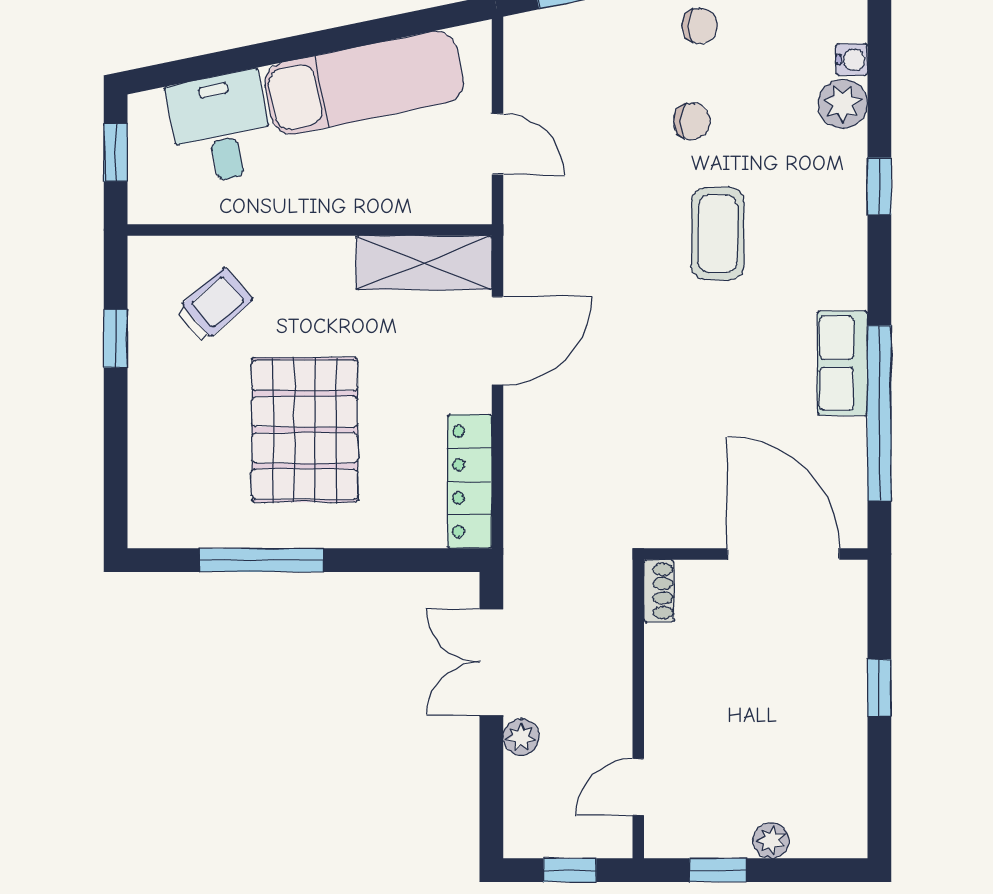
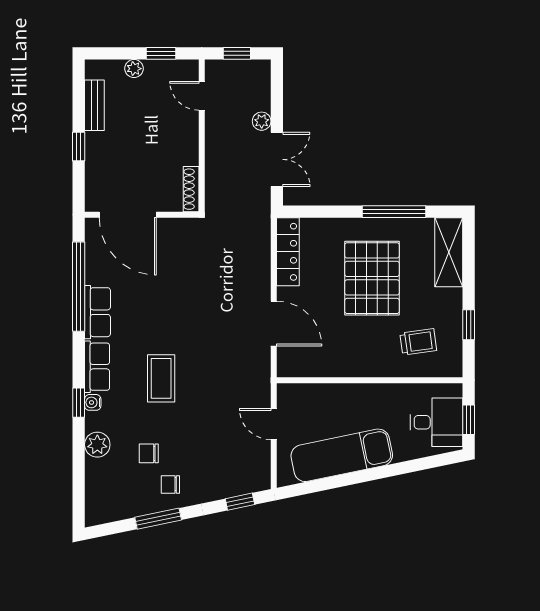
water cooler: (852, 60) -> (93, 402), moved
chair: (692, 121) -> (149, 453), moved
desk: (221, 128) -> (436, 422), moved, turned -78
row of seats: (843, 256) -> (97, 367), added
shelving: (424, 263) -> (449, 252), moved, turned 90
trolley: (214, 305) -> (418, 342), turned -147
door: (497, 341) -> (274, 324), swing flipped
shoe rack: (659, 591) -> (191, 189), width x1.43
bench: (849, 769) -> (94, 105), added
door: (638, 787) -> (202, 96), swing flipped

